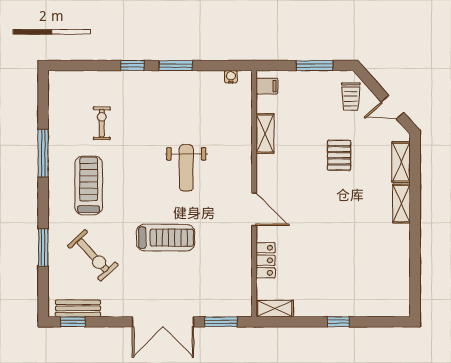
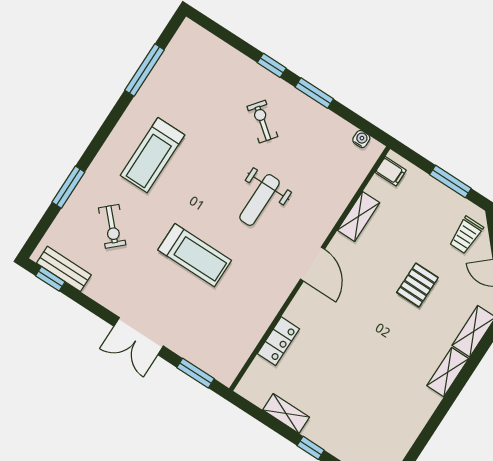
exercise bike: (102, 123) -> (262, 122), moved, turned -52
window: (43, 153) -> (144, 70), moved
treadmill: (89, 185) -> (153, 155), turned 180
door: (254, 209) -> (312, 264), moved
exercise bike: (93, 255) -> (112, 226), width x0.73, depth x0.72
shelving: (275, 309) -> (286, 414), moved
double door: (163, 322) -> (139, 336), width x0.73

